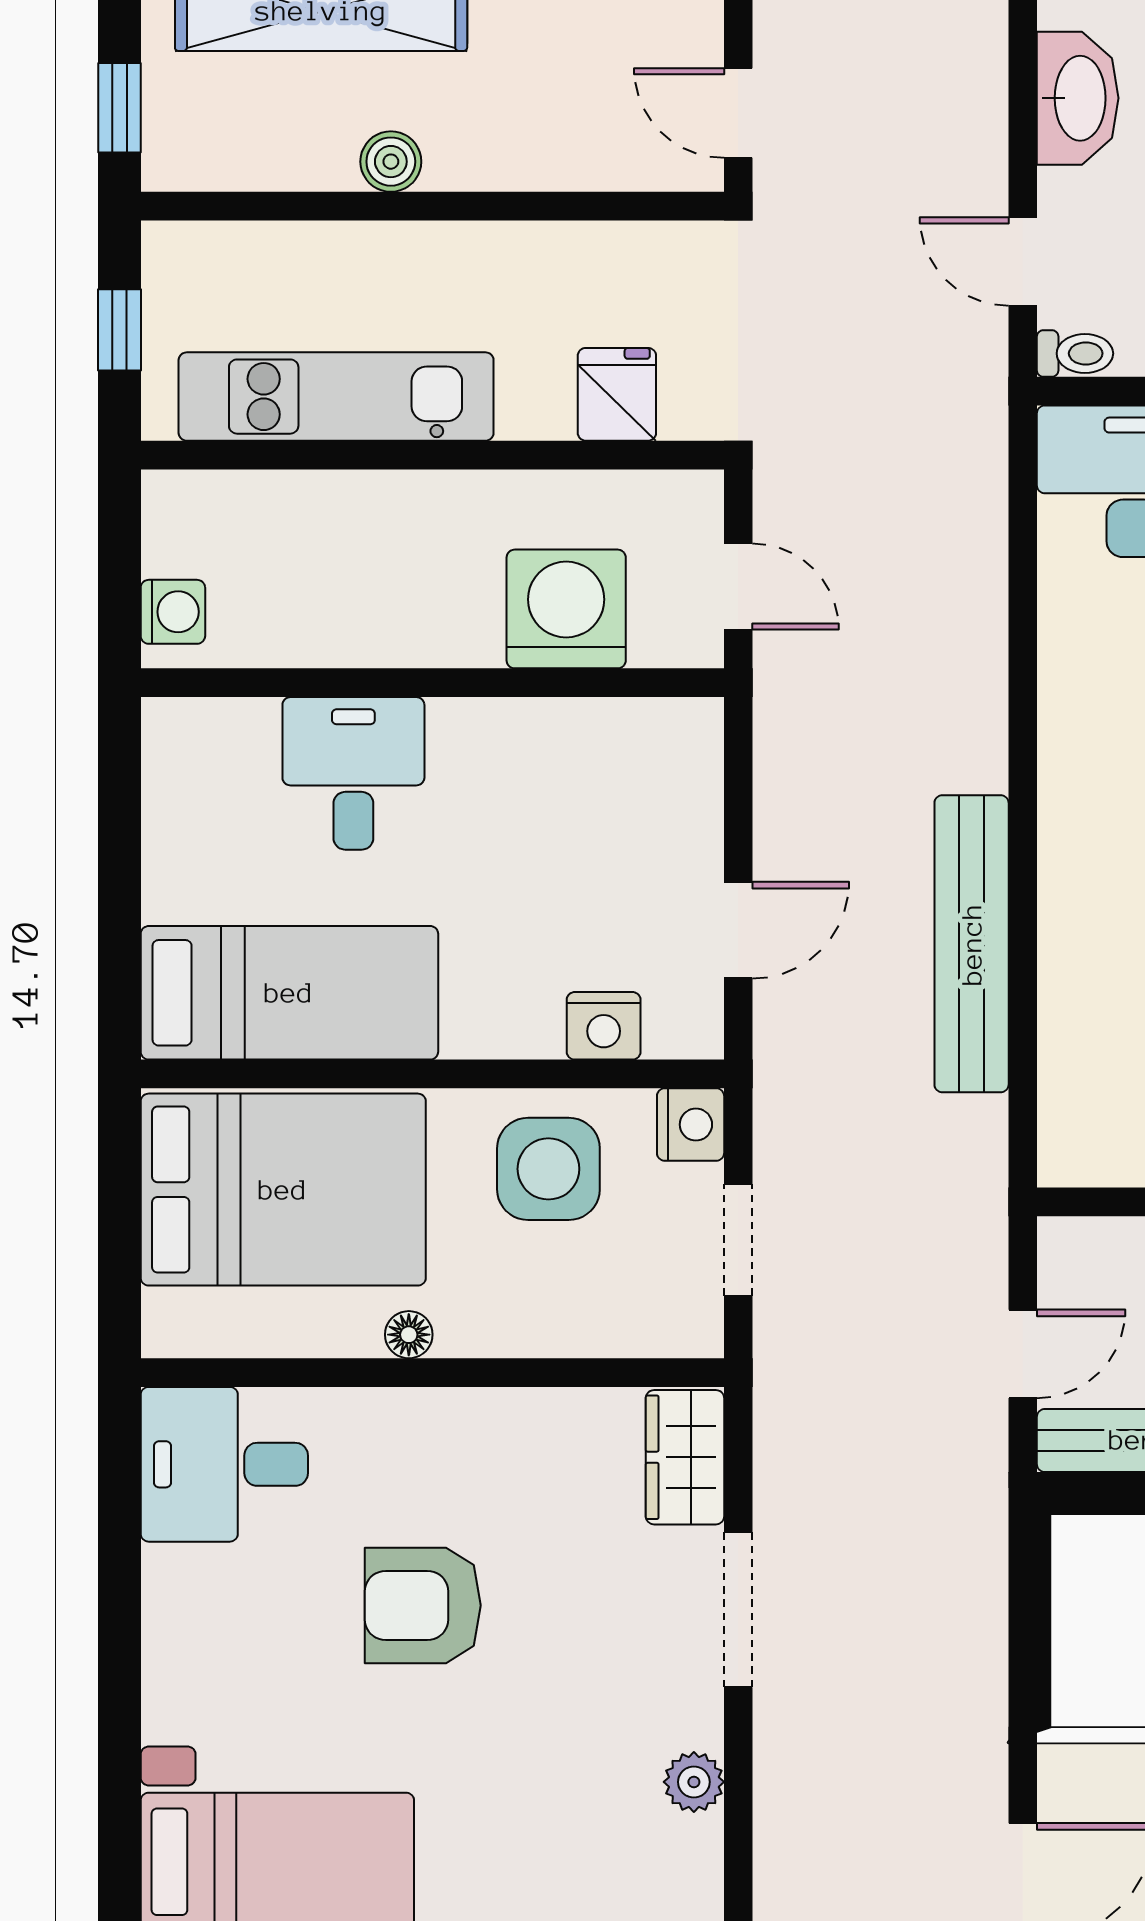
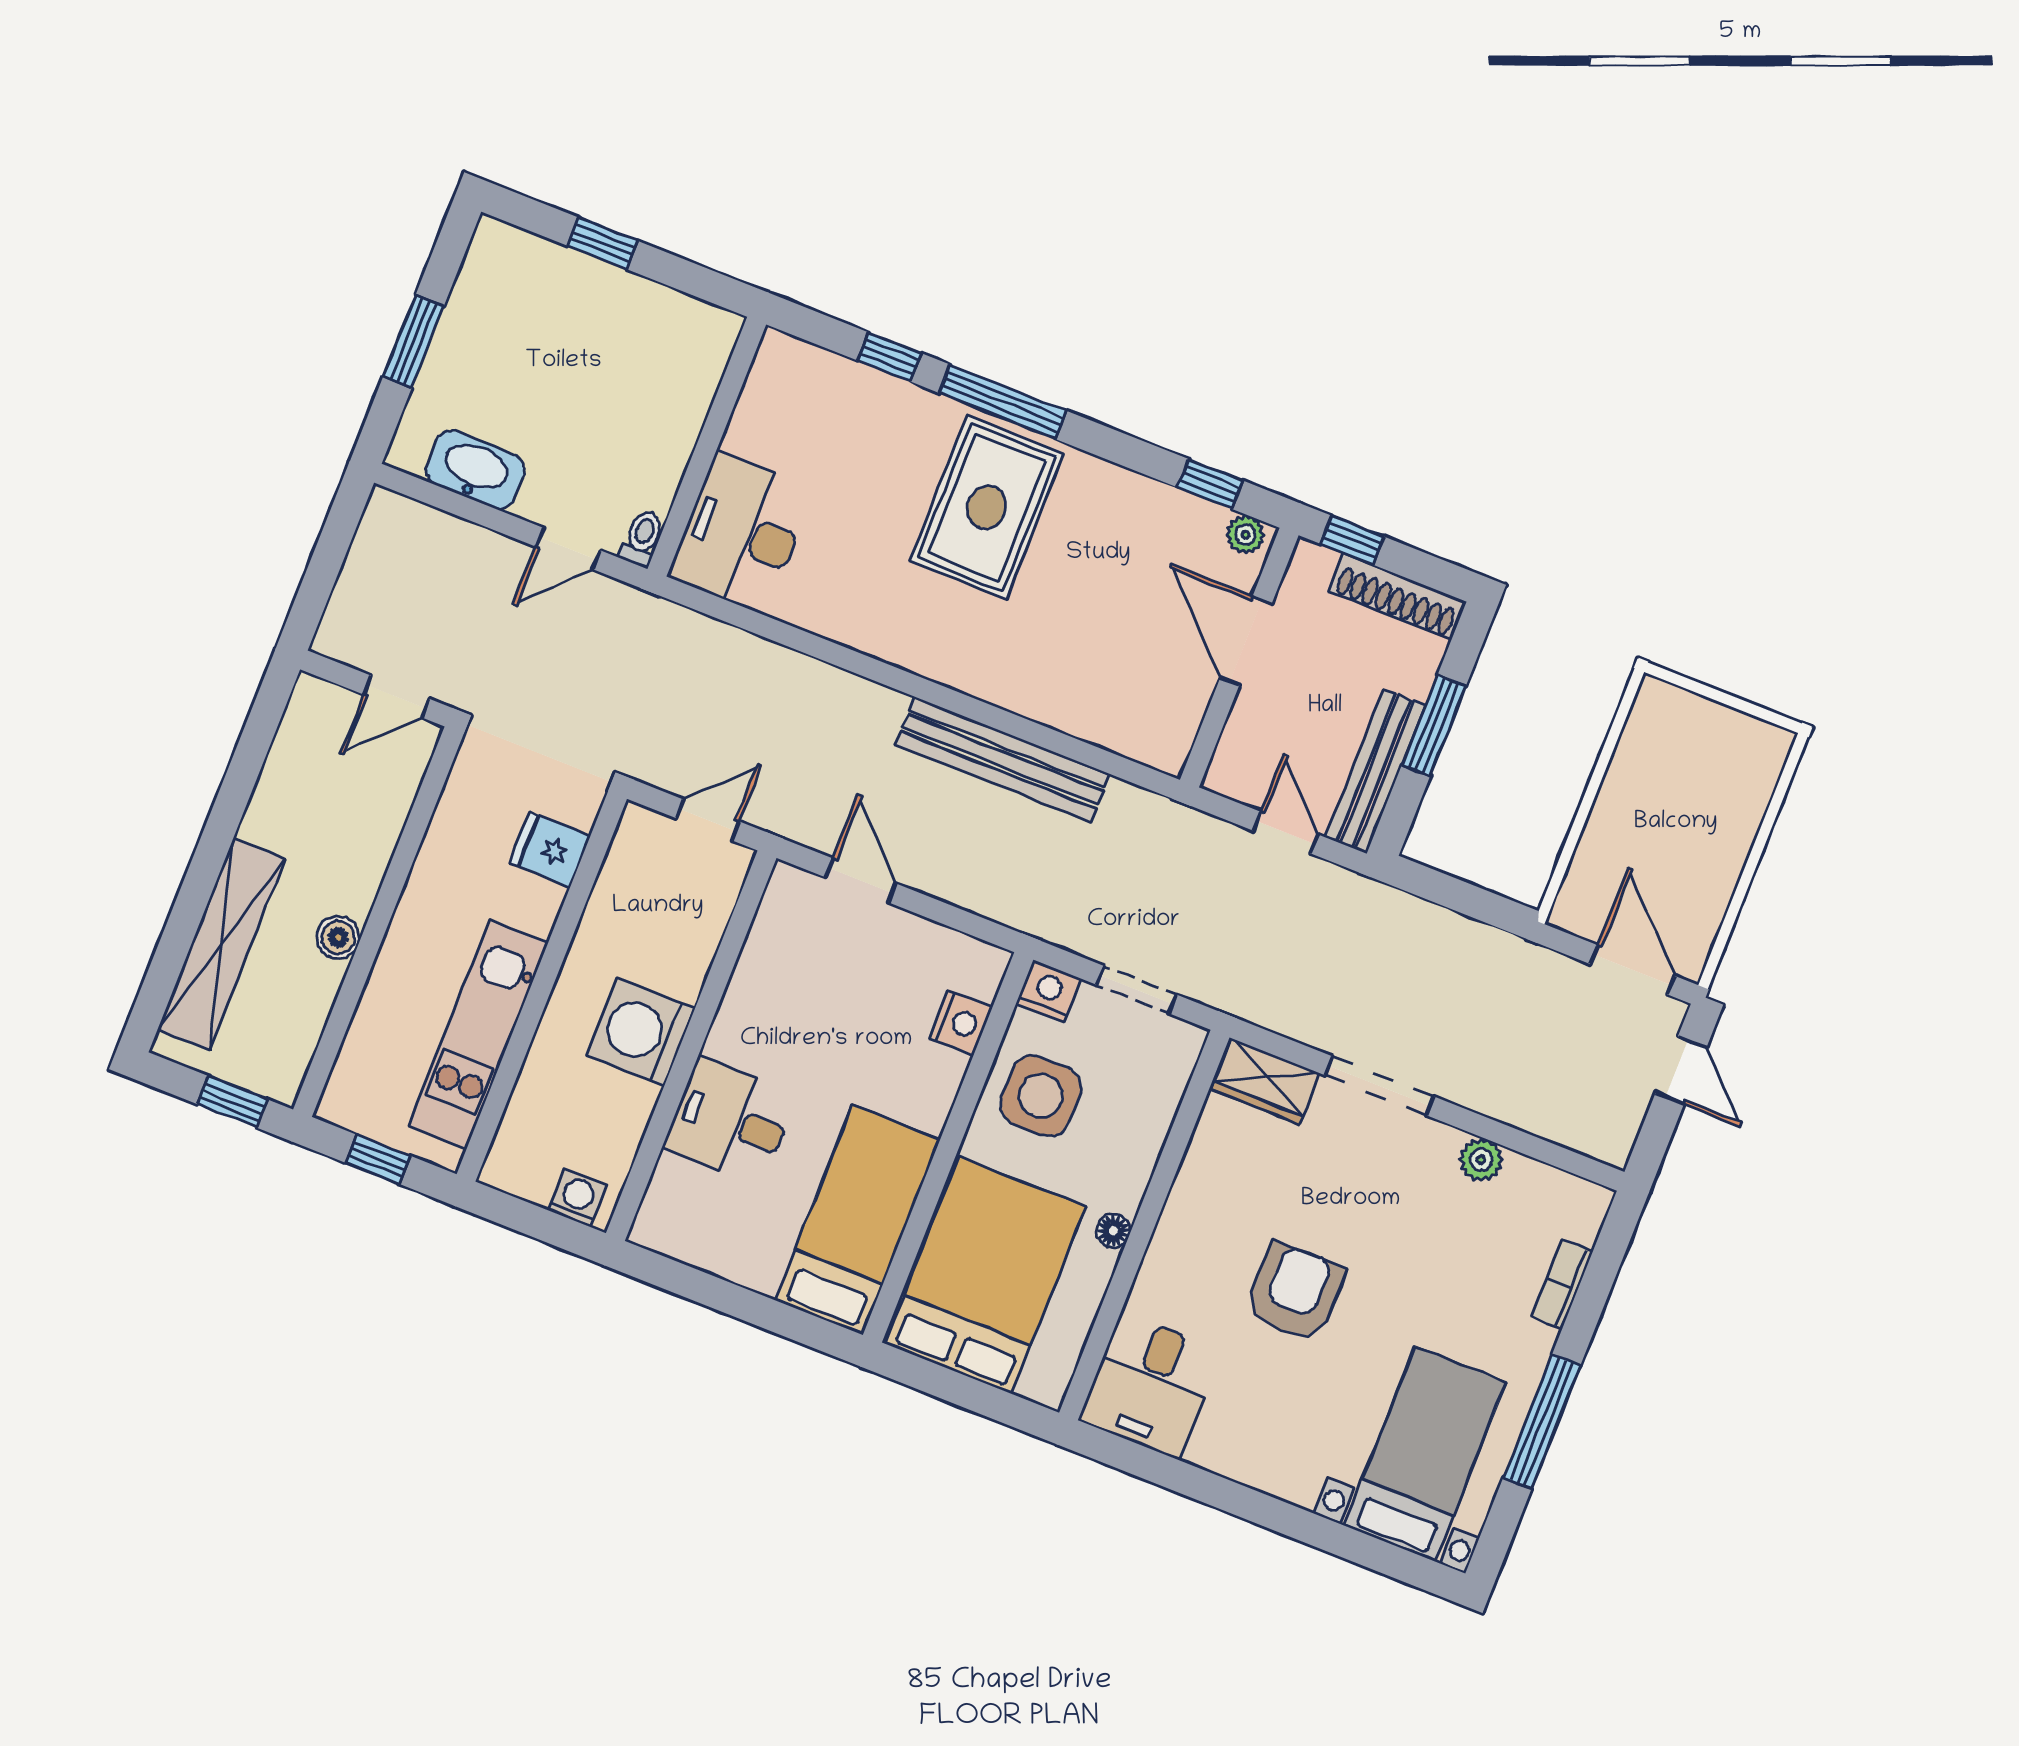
washing machine: (566, 609) -> (641, 1032), moved
door: (738, 930) -> (861, 880), moved
armchair: (423, 1605) -> (1295, 1292), turned 180

